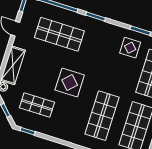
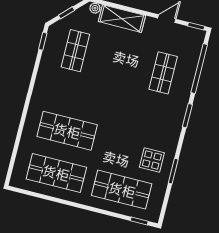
shop shelf: (59, 34) -> (163, 73), width x0.70, depth x0.74
display table: (70, 83) -> (105, 89), removed

